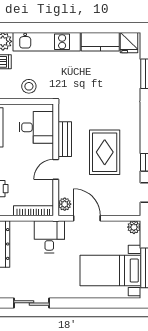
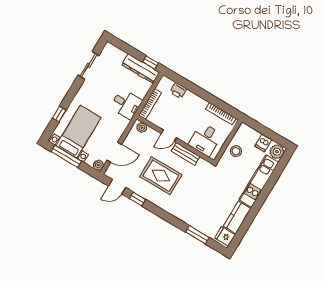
door: (56, 169) -> (169, 136), swing flipped
door: (87, 218) -> (114, 152), moved
window: (104, 303) -> (59, 114), added

